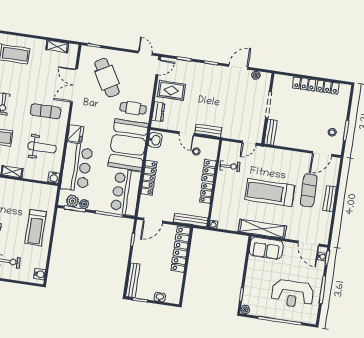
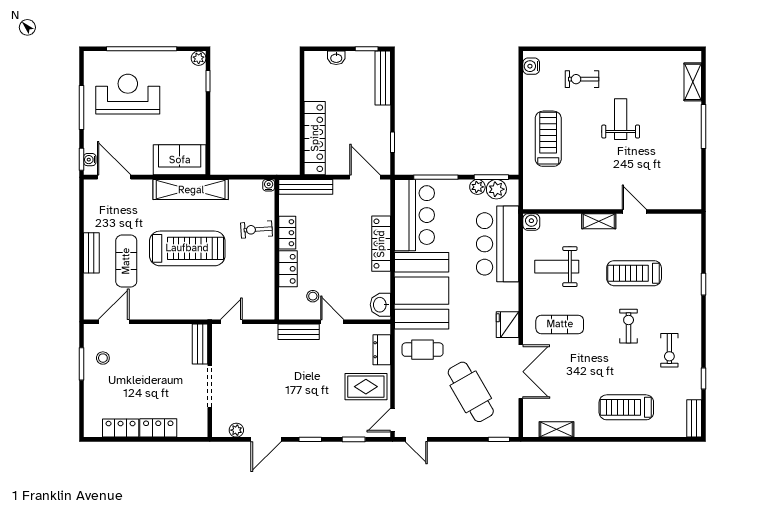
fridge: (75, 134) -> (508, 325), moved
exercise bike: (230, 166) -> (257, 229), moved
door: (153, 221) -> (365, 177), hinge flipped

